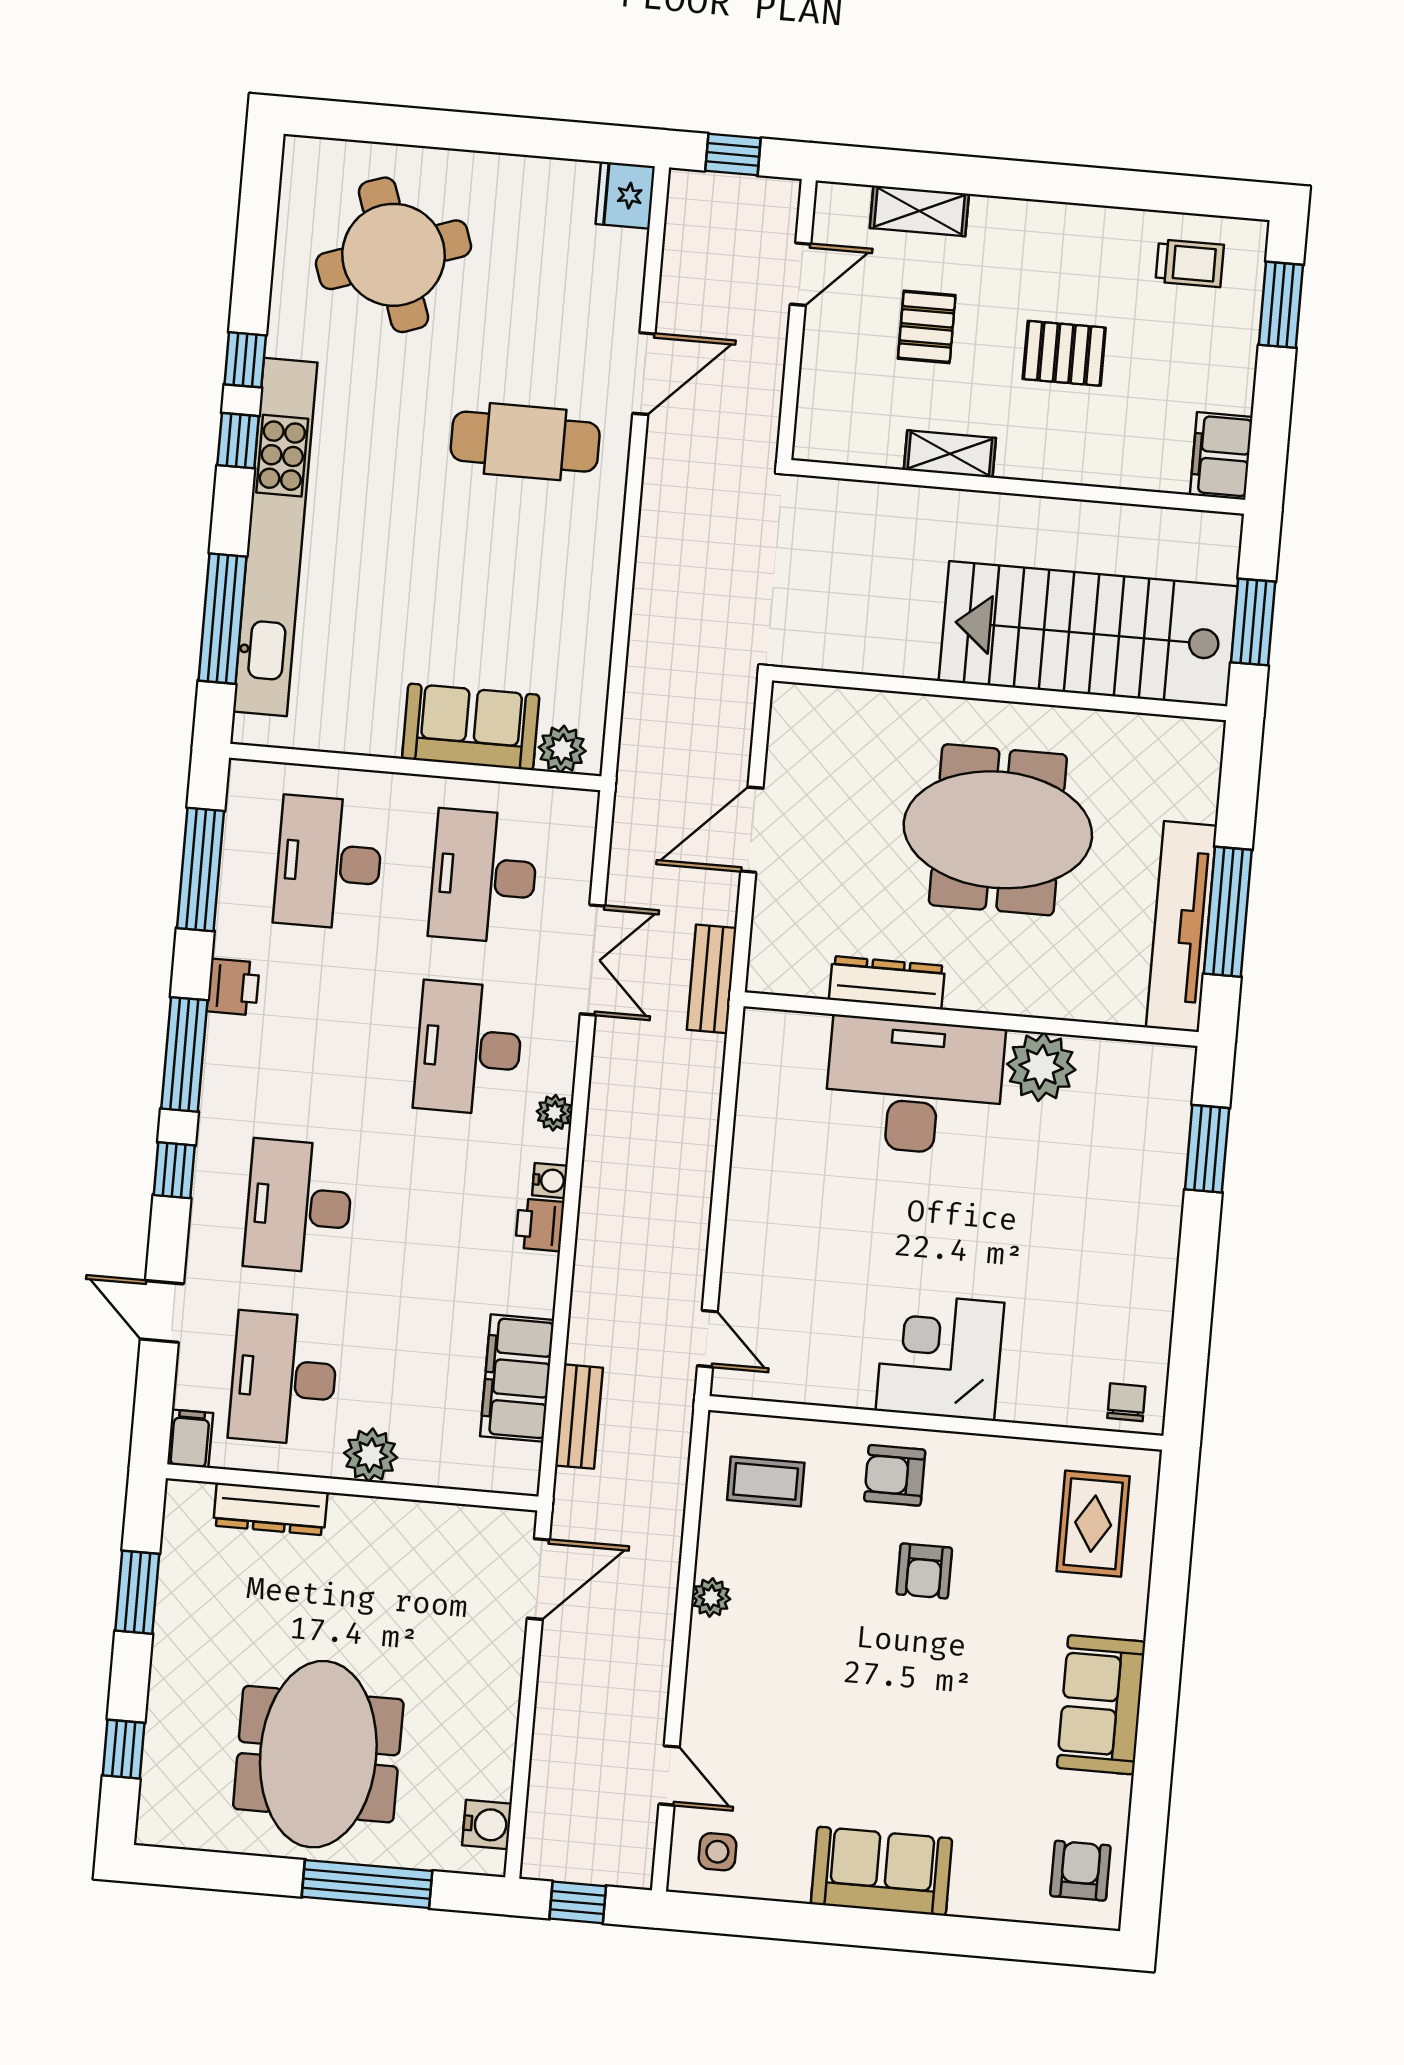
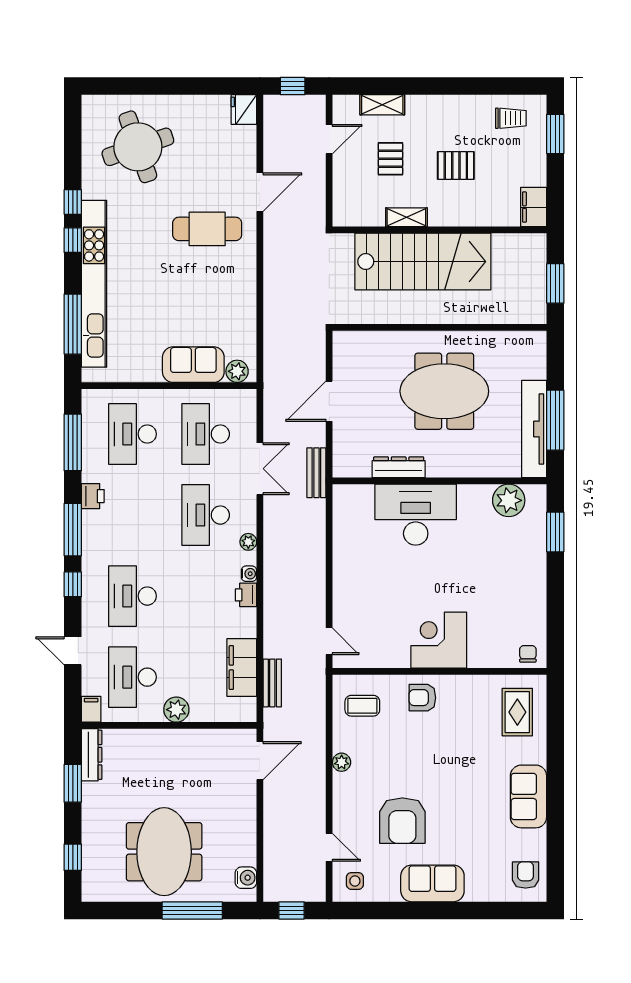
stairs: (1088, 634) -> (423, 262), moved, turned 180
plant: (1041, 1067) -> (509, 500), moved
dresser: (270, 1509) -> (92, 755), moved, turned -90
armchair: (924, 1571) -> (402, 821), moved, width x1.88, depth x1.88

